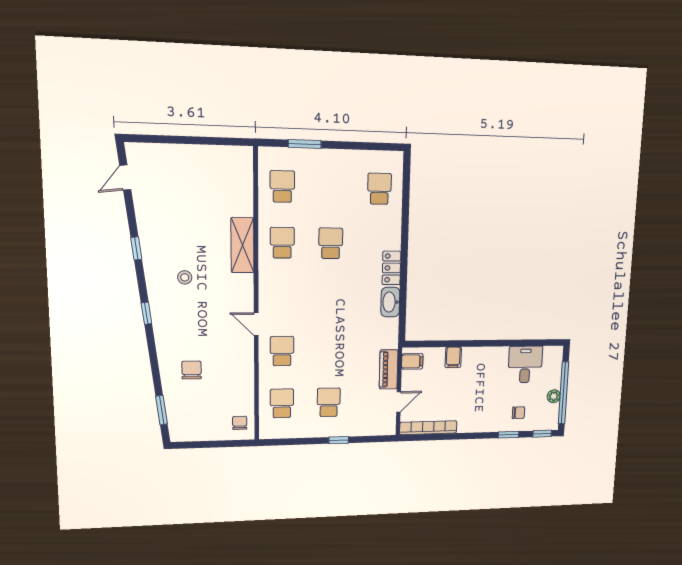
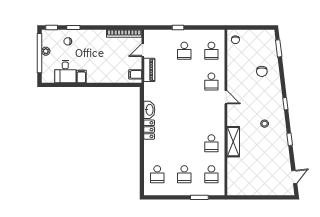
school desk: (331, 243) -> (184, 174), moved
filing cabinet: (453, 357) -> (81, 77), moved

